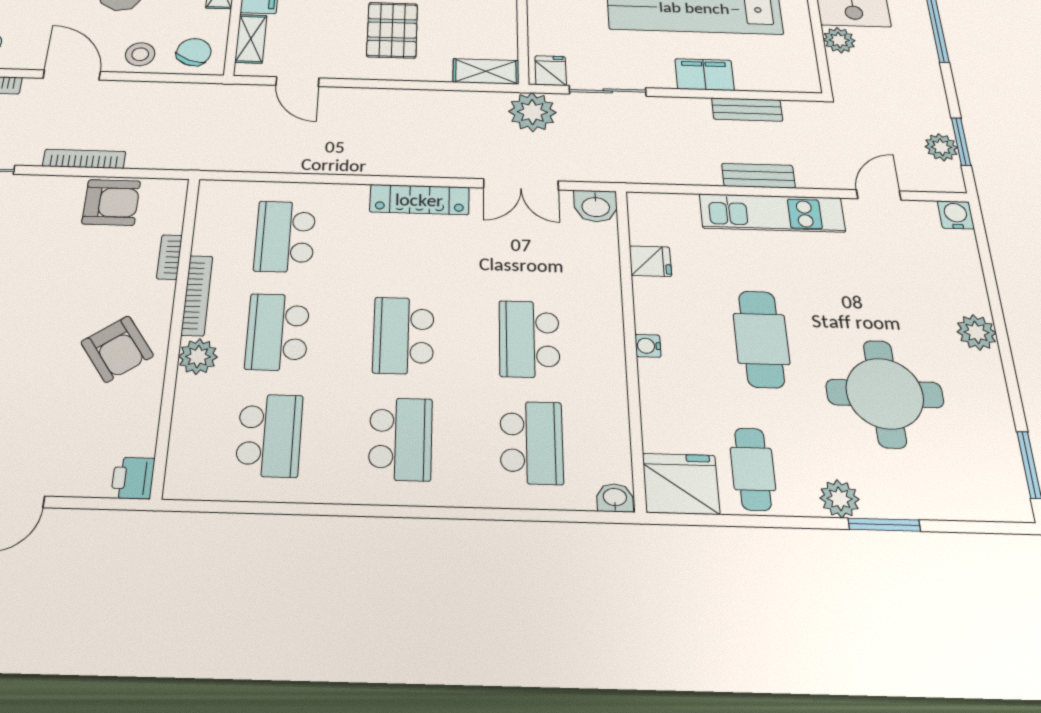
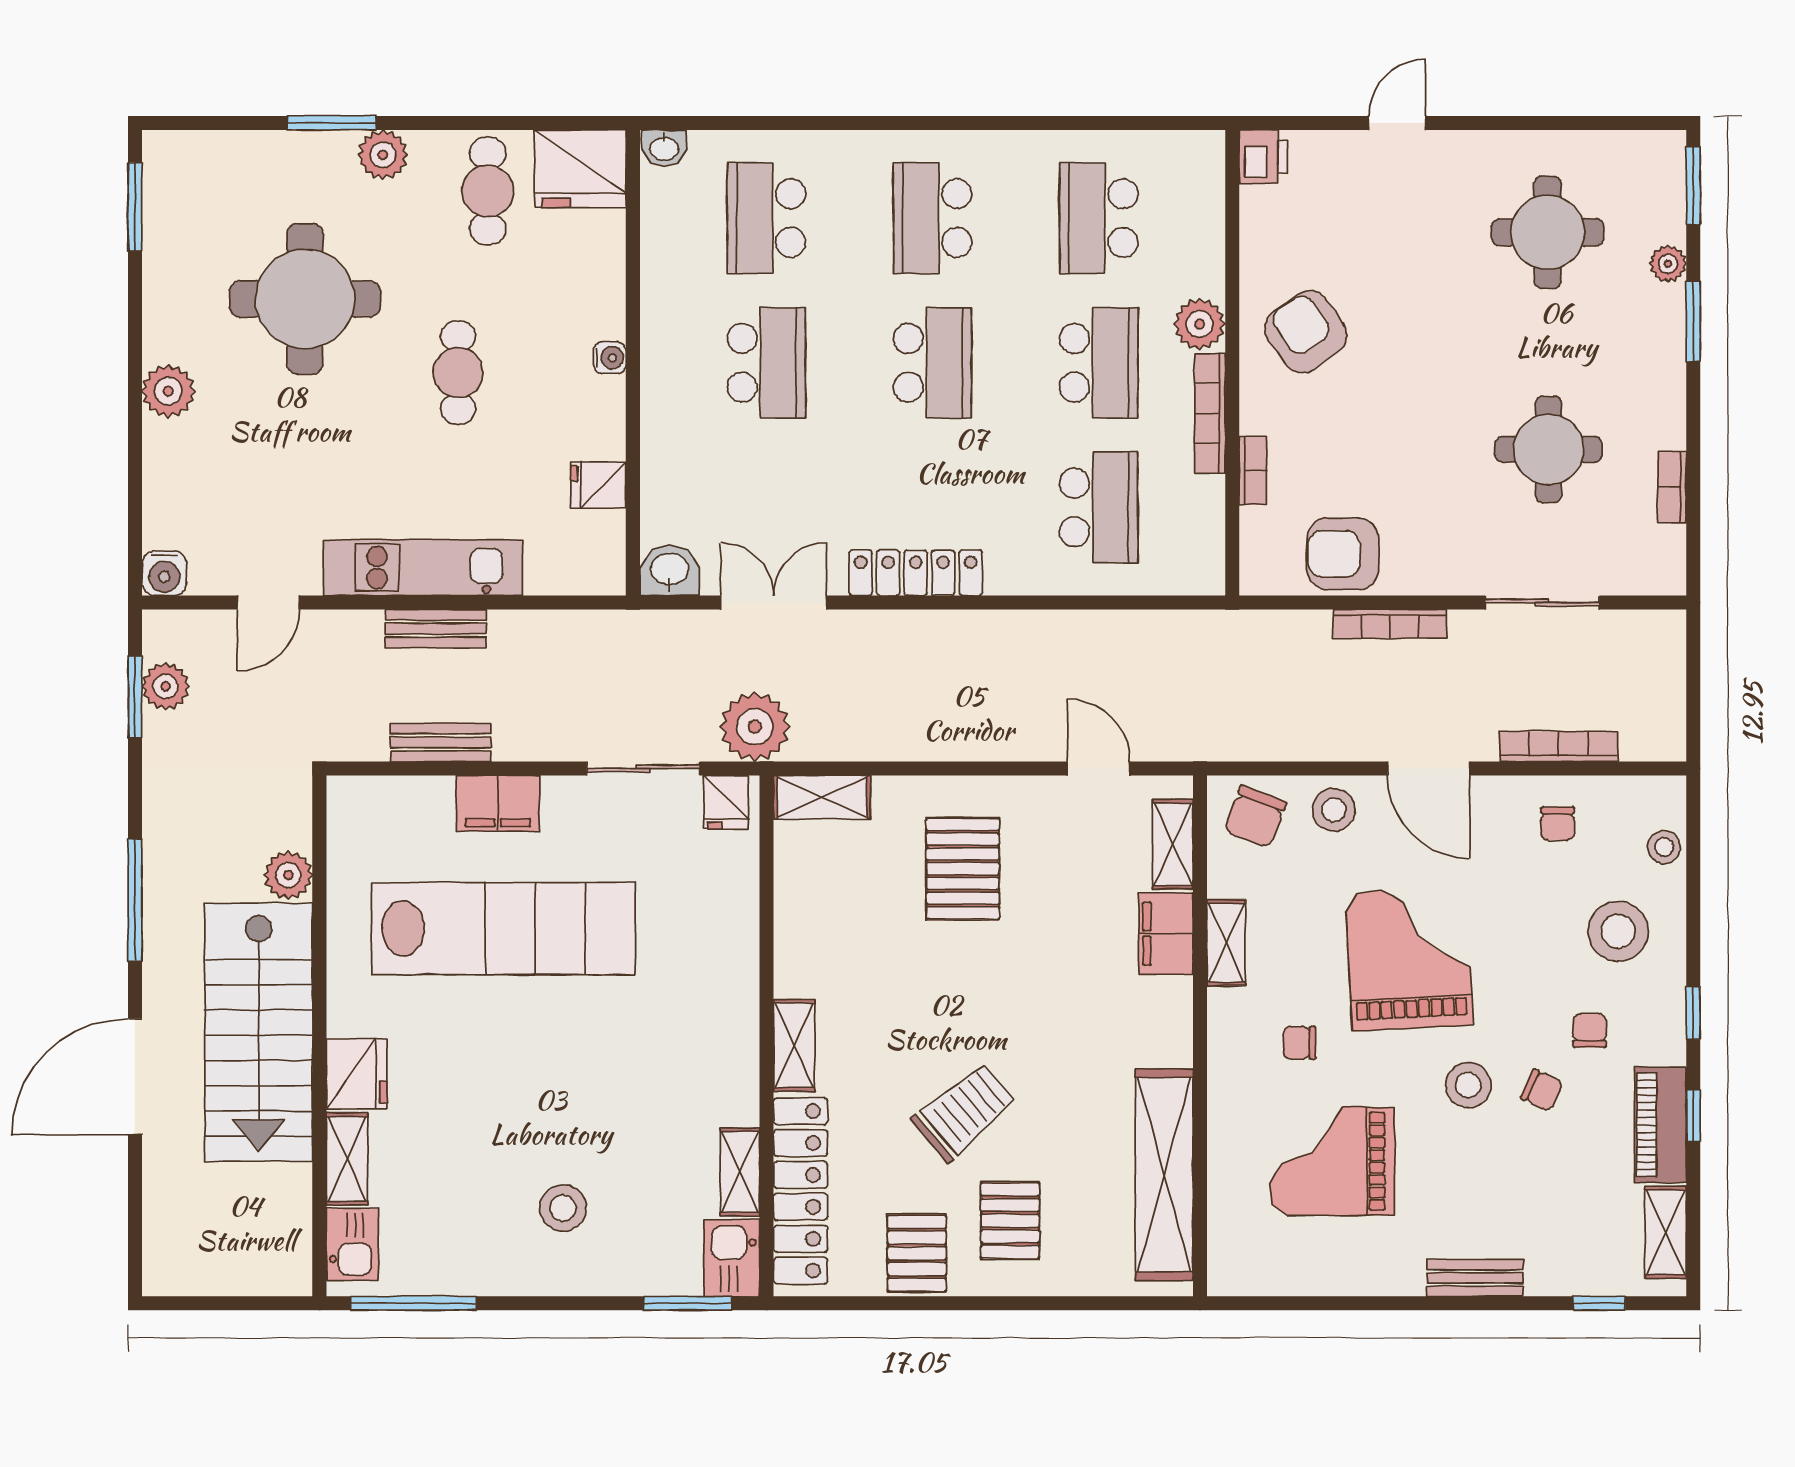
cafe table: (761, 339) -> (458, 373), width x0.73, depth x0.74

